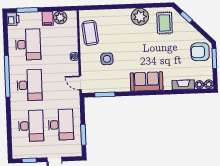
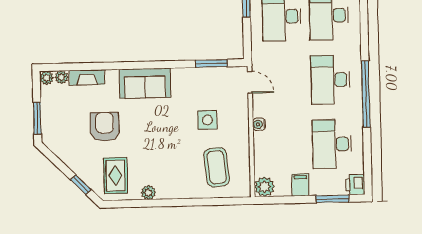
plant: (60, 17) -> (264, 187), moved
plant: (140, 17) -> (148, 193), width x0.53, depth x0.53
coffee table: (90, 33) -> (217, 167), moved
armchair: (200, 52) -> (105, 127), moved, turned -90

